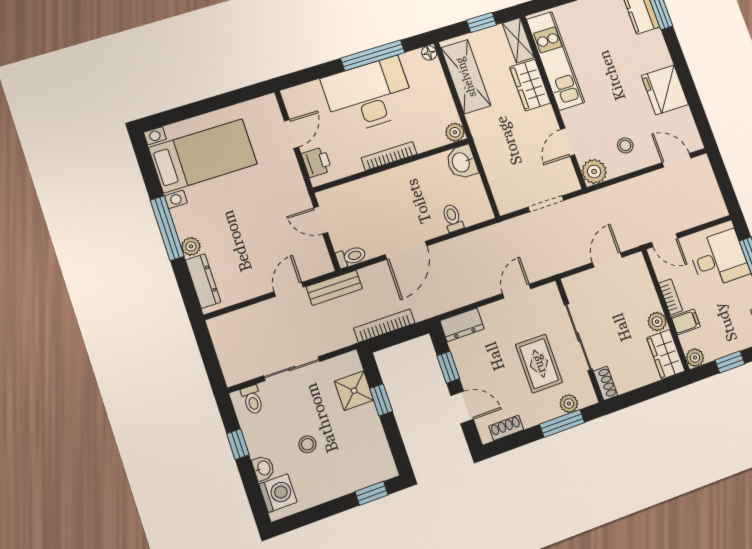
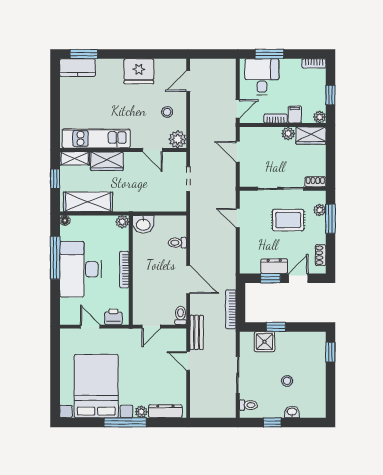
bed with nightstands: (203, 156) -> (96, 386), width x1.36
dresser: (462, 325) -> (274, 266), moved, turned -90
washing machine: (278, 493) -> (310, 408), removed

